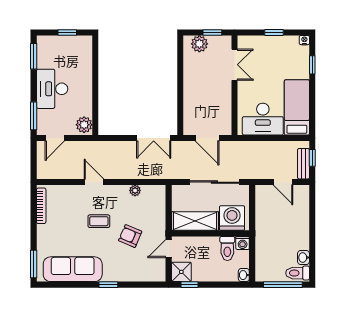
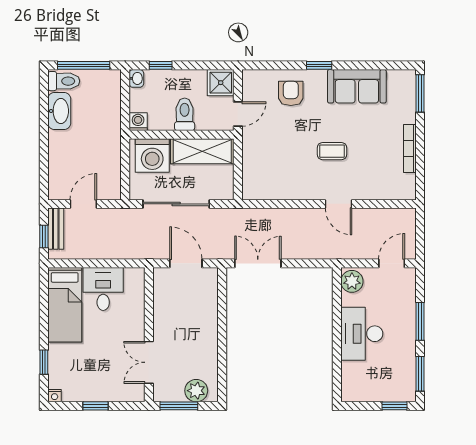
window: (67, 32) -> (394, 406), moved
window: (212, 32) -> (179, 406), width x1.50
desk: (52, 89) -> (362, 334), moved, turned 180
window: (34, 116) -> (420, 321), moved
desk: (263, 119) -> (103, 289), width x0.73
door: (283, 182) -> (83, 204), hinge flipped
plant: (135, 190) -> (283, 193), removed
bookcase: (41, 206) -> (410, 149), moved
armchair: (130, 236) -> (291, 93), moved, turned -113
toilet: (227, 248) -> (185, 114), moved
washbasin: (304, 258) -> (59, 111), width x1.91, depth x1.45
sofa: (73, 269) -> (357, 86), width x0.73
window: (190, 285) -> (161, 65), moved

